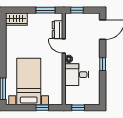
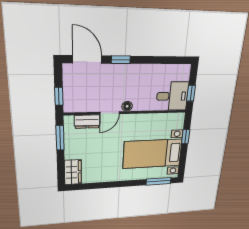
window: (103, 64) -> (121, 60), moved
desk: (77, 75) -> (172, 96), moved, turned -90

